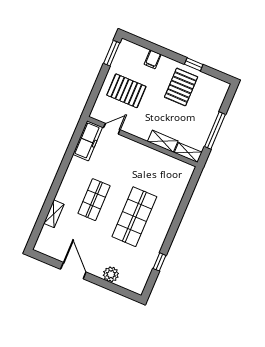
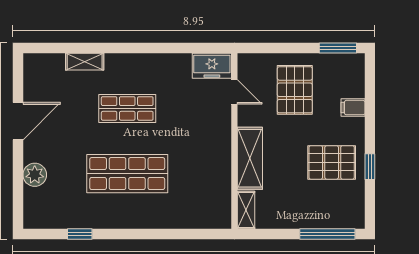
window: (215, 130) -> (327, 234), moved
freezer: (88, 141) -> (212, 66), width x0.71
shelving: (163, 141) -> (250, 158), width x1.50, depth x1.33

